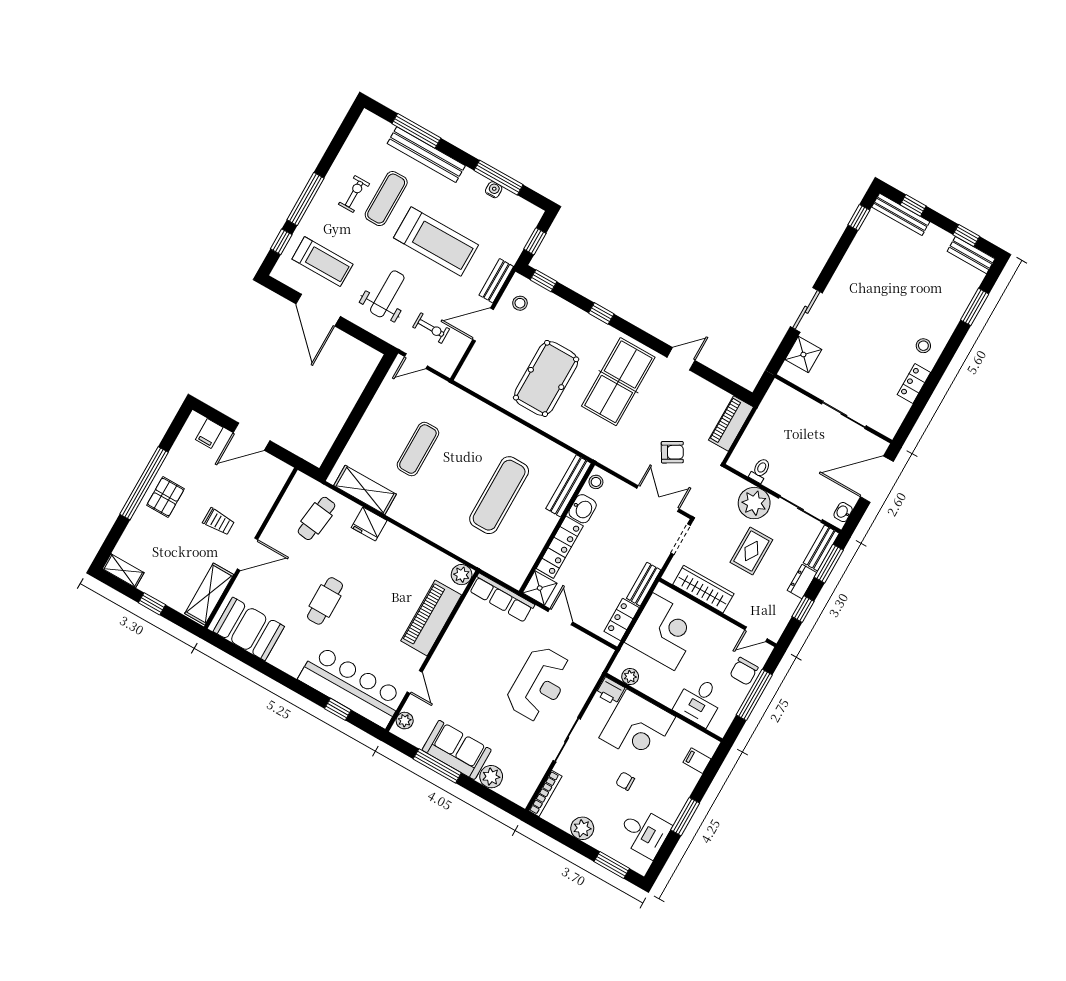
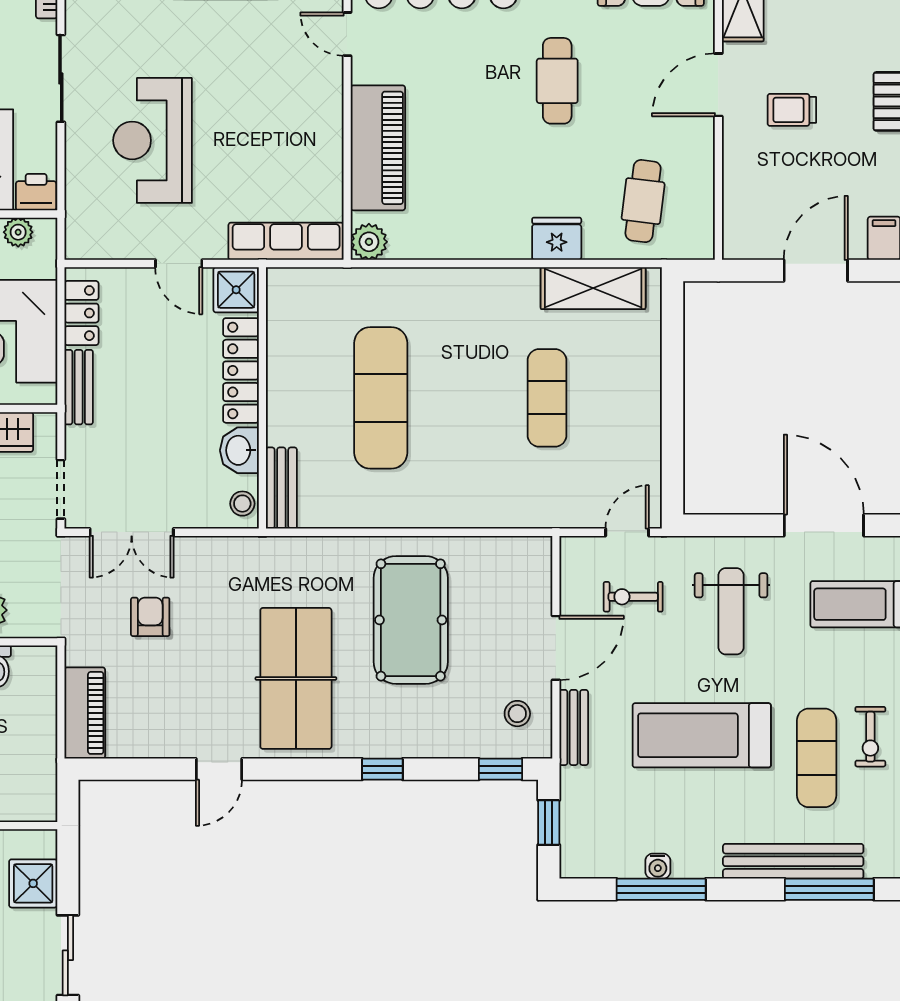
armchair: (672, 452) -> (150, 617), turned 120
bench: (568, 486) -> (281, 488), width x0.73

